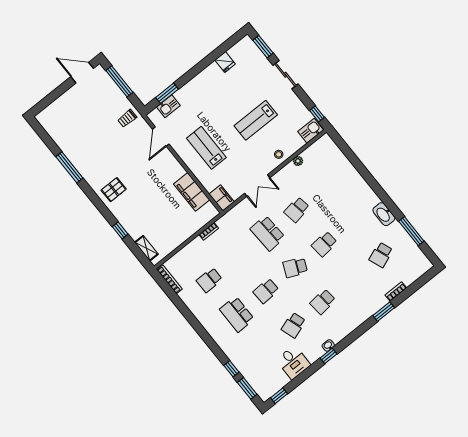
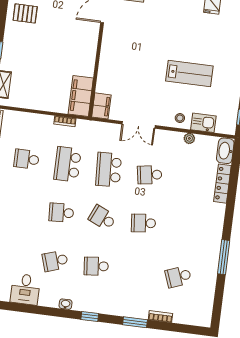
lab bench: (256, 120) -> (189, 74), turned 180
kitchen sink: (311, 131) -> (203, 123), moved
lab bench: (206, 148) -> (130, 55), removed
locker: (348, 168) -> (222, 184), added
filing cabinet: (192, 192) -> (81, 96), moved
washbasin: (384, 214) -> (225, 151), moved
window: (411, 231) -> (224, 257), moved
school desk: (237, 314) -> (68, 164), moved
window: (328, 356) -> (90, 316), moved

